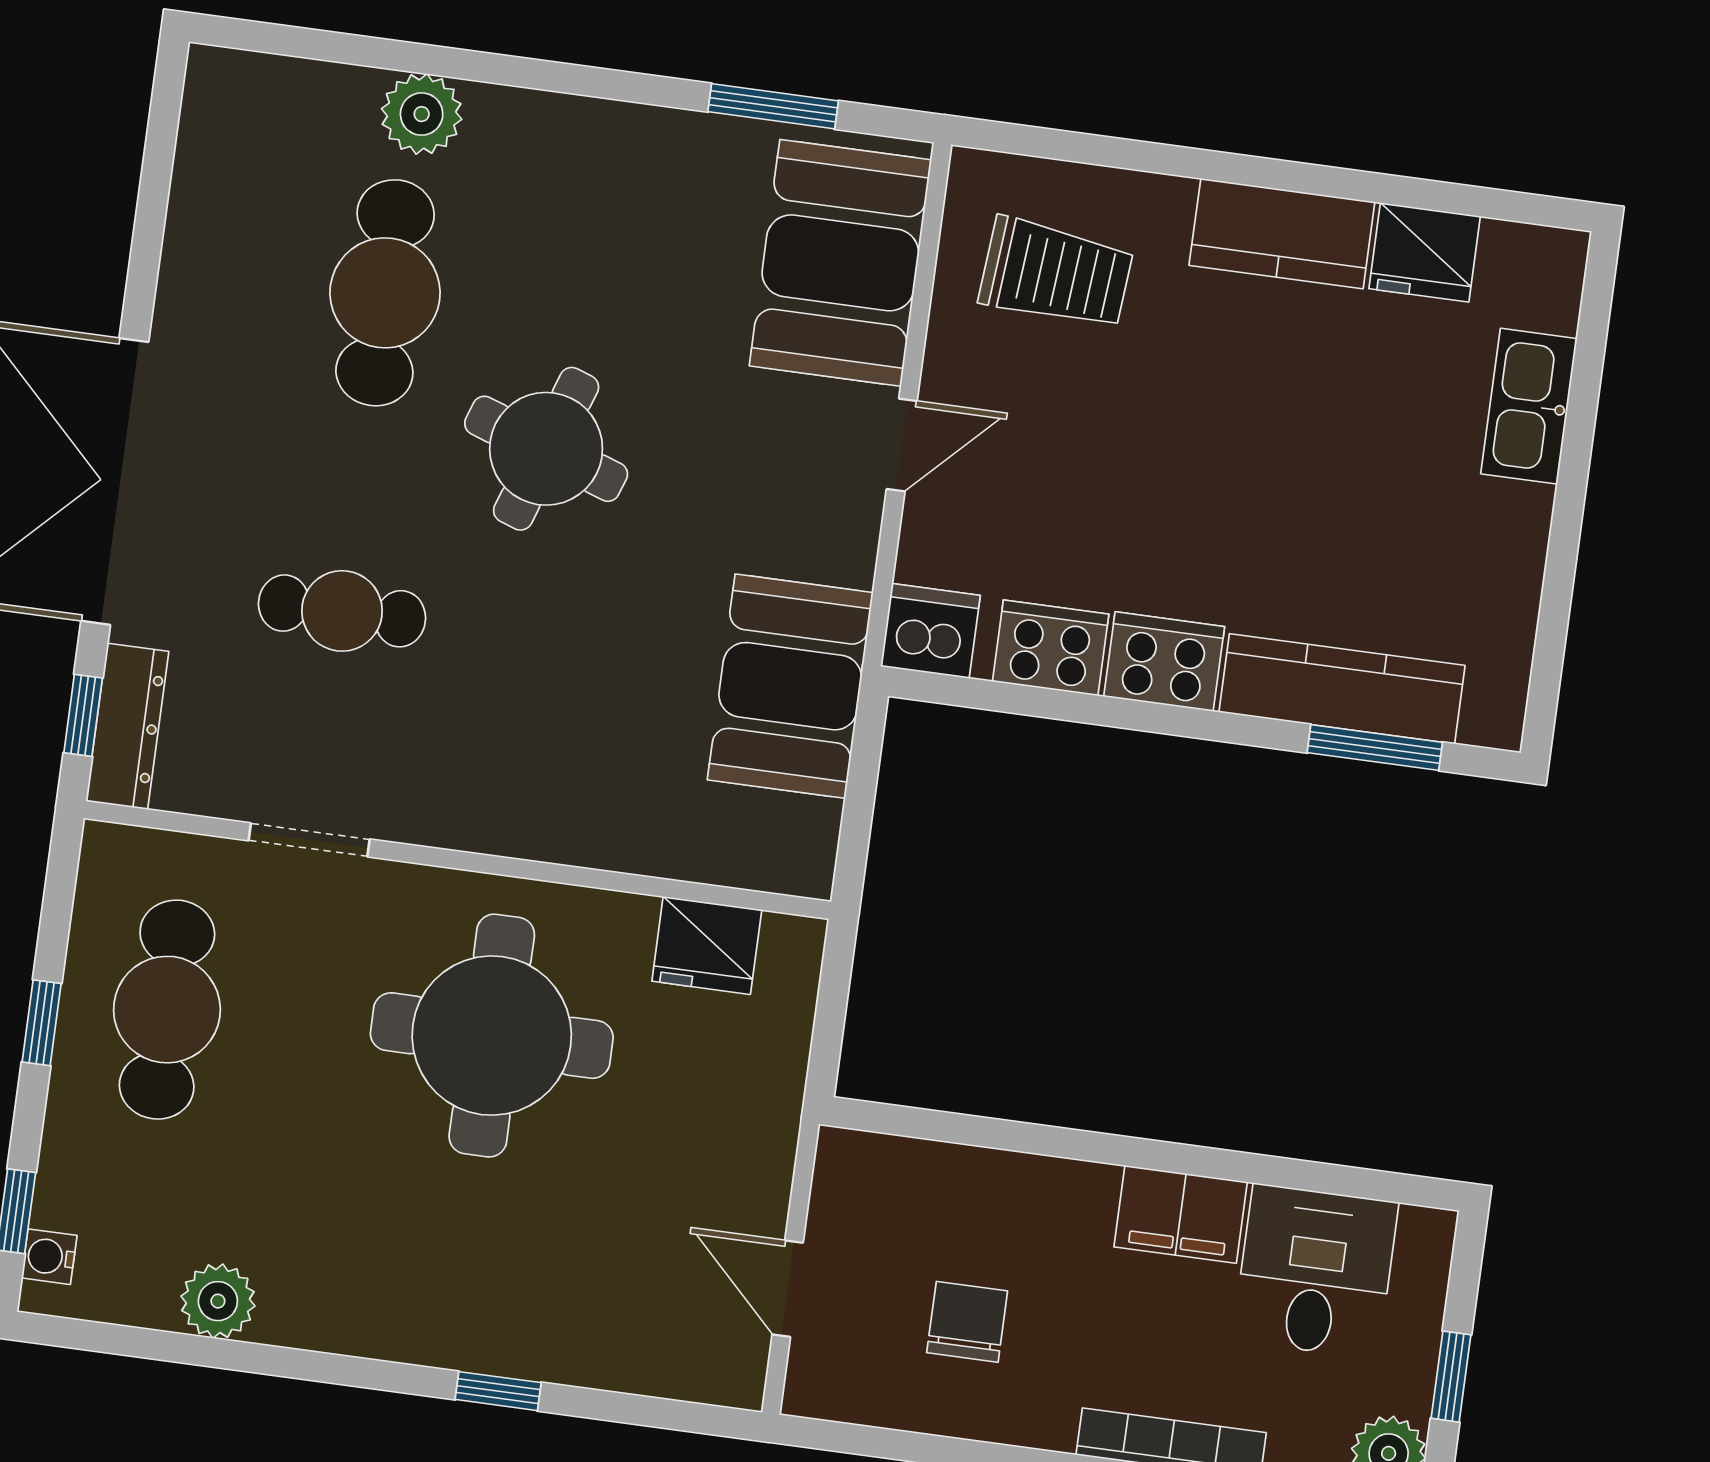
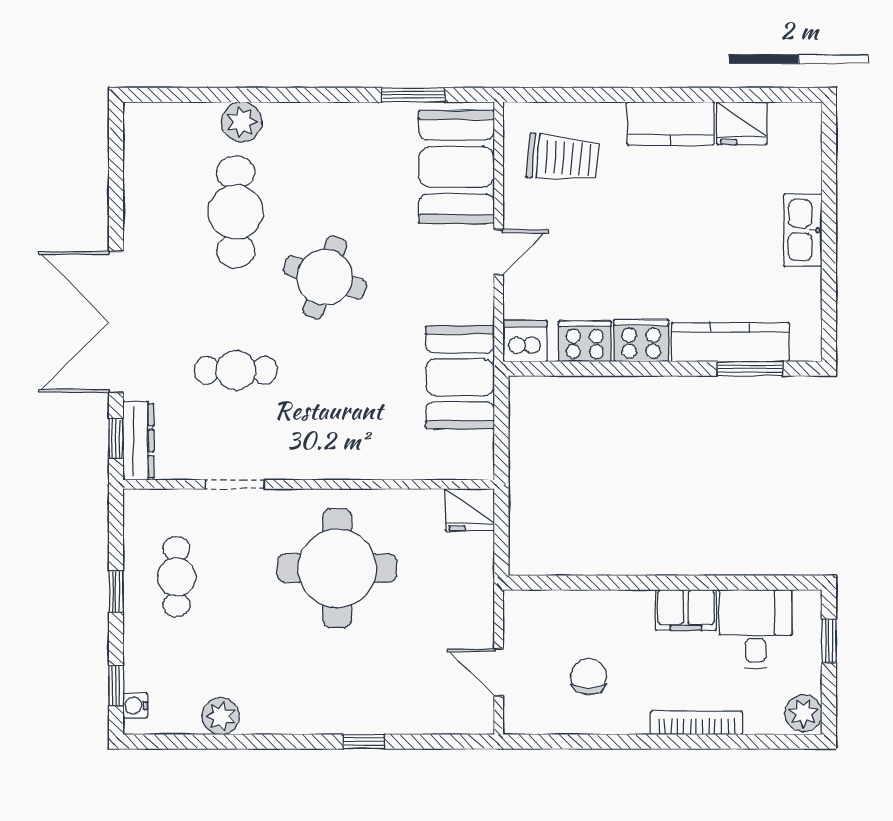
kitchen sink: (1529, 406) -> (803, 230), moved
fridge: (707, 945) -> (470, 510), moved
cafe table: (167, 1010) -> (176, 577), width x0.73, depth x0.74
window: (1451, 1377) -> (829, 641), moved

